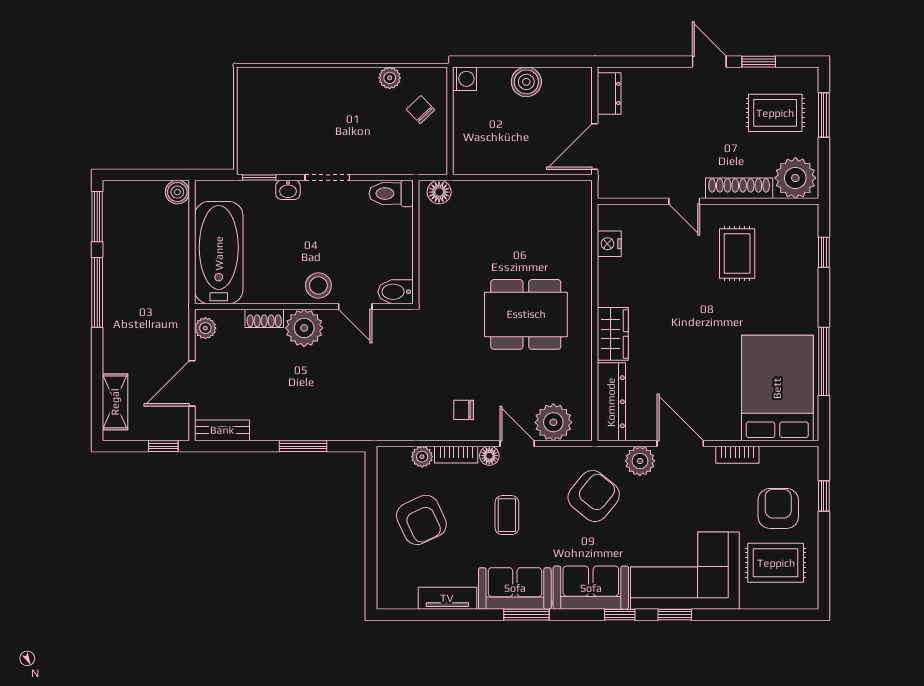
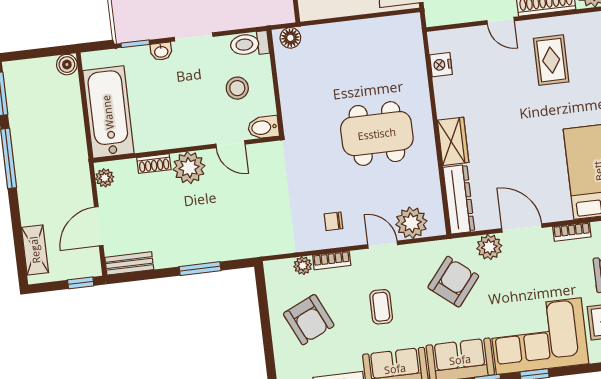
stool: (318, 285) -> (237, 88), moved
floor lamp: (489, 456) -> (360, 258), removed

